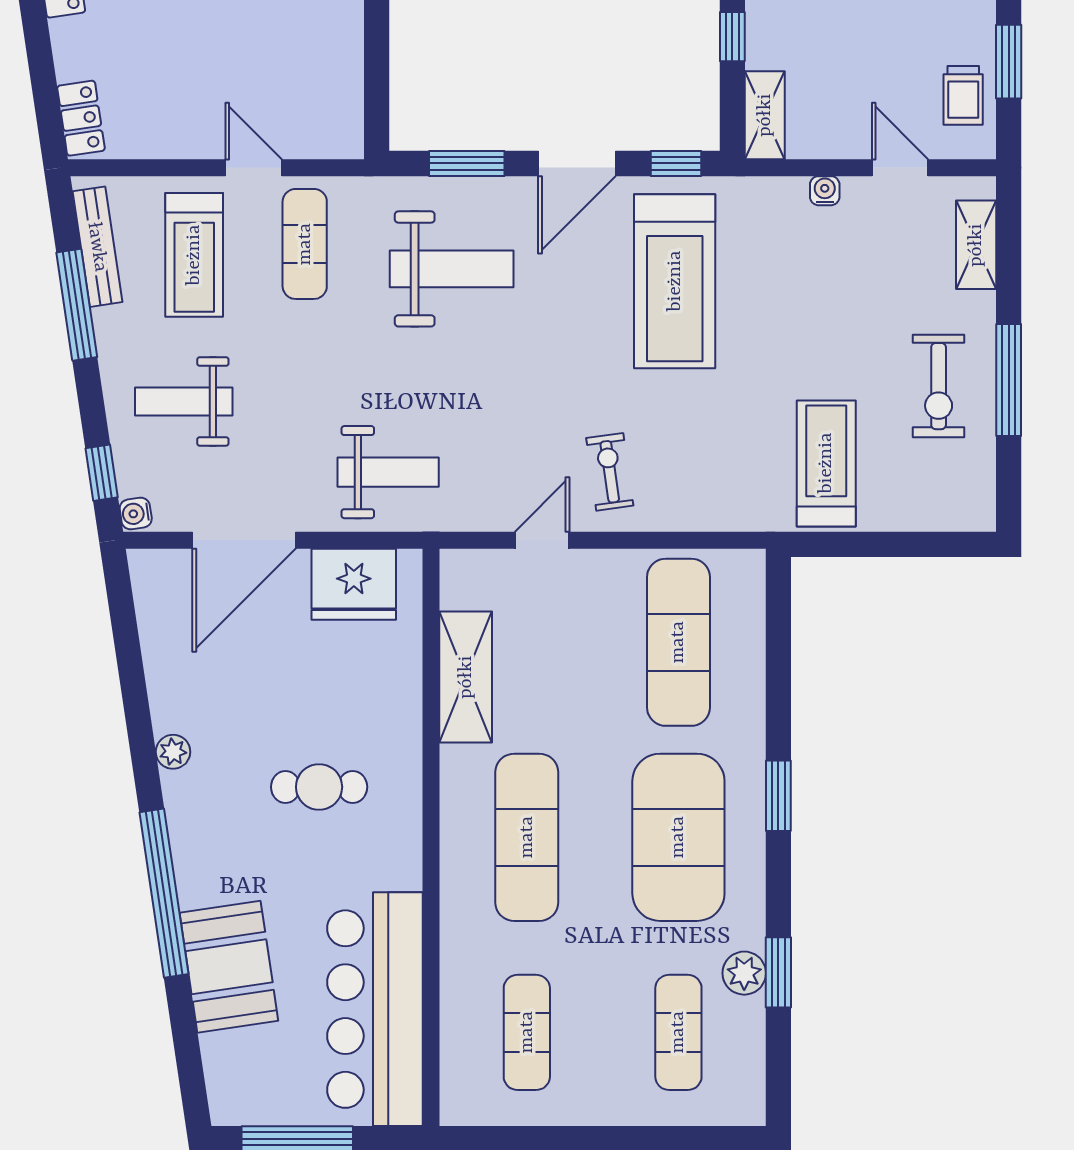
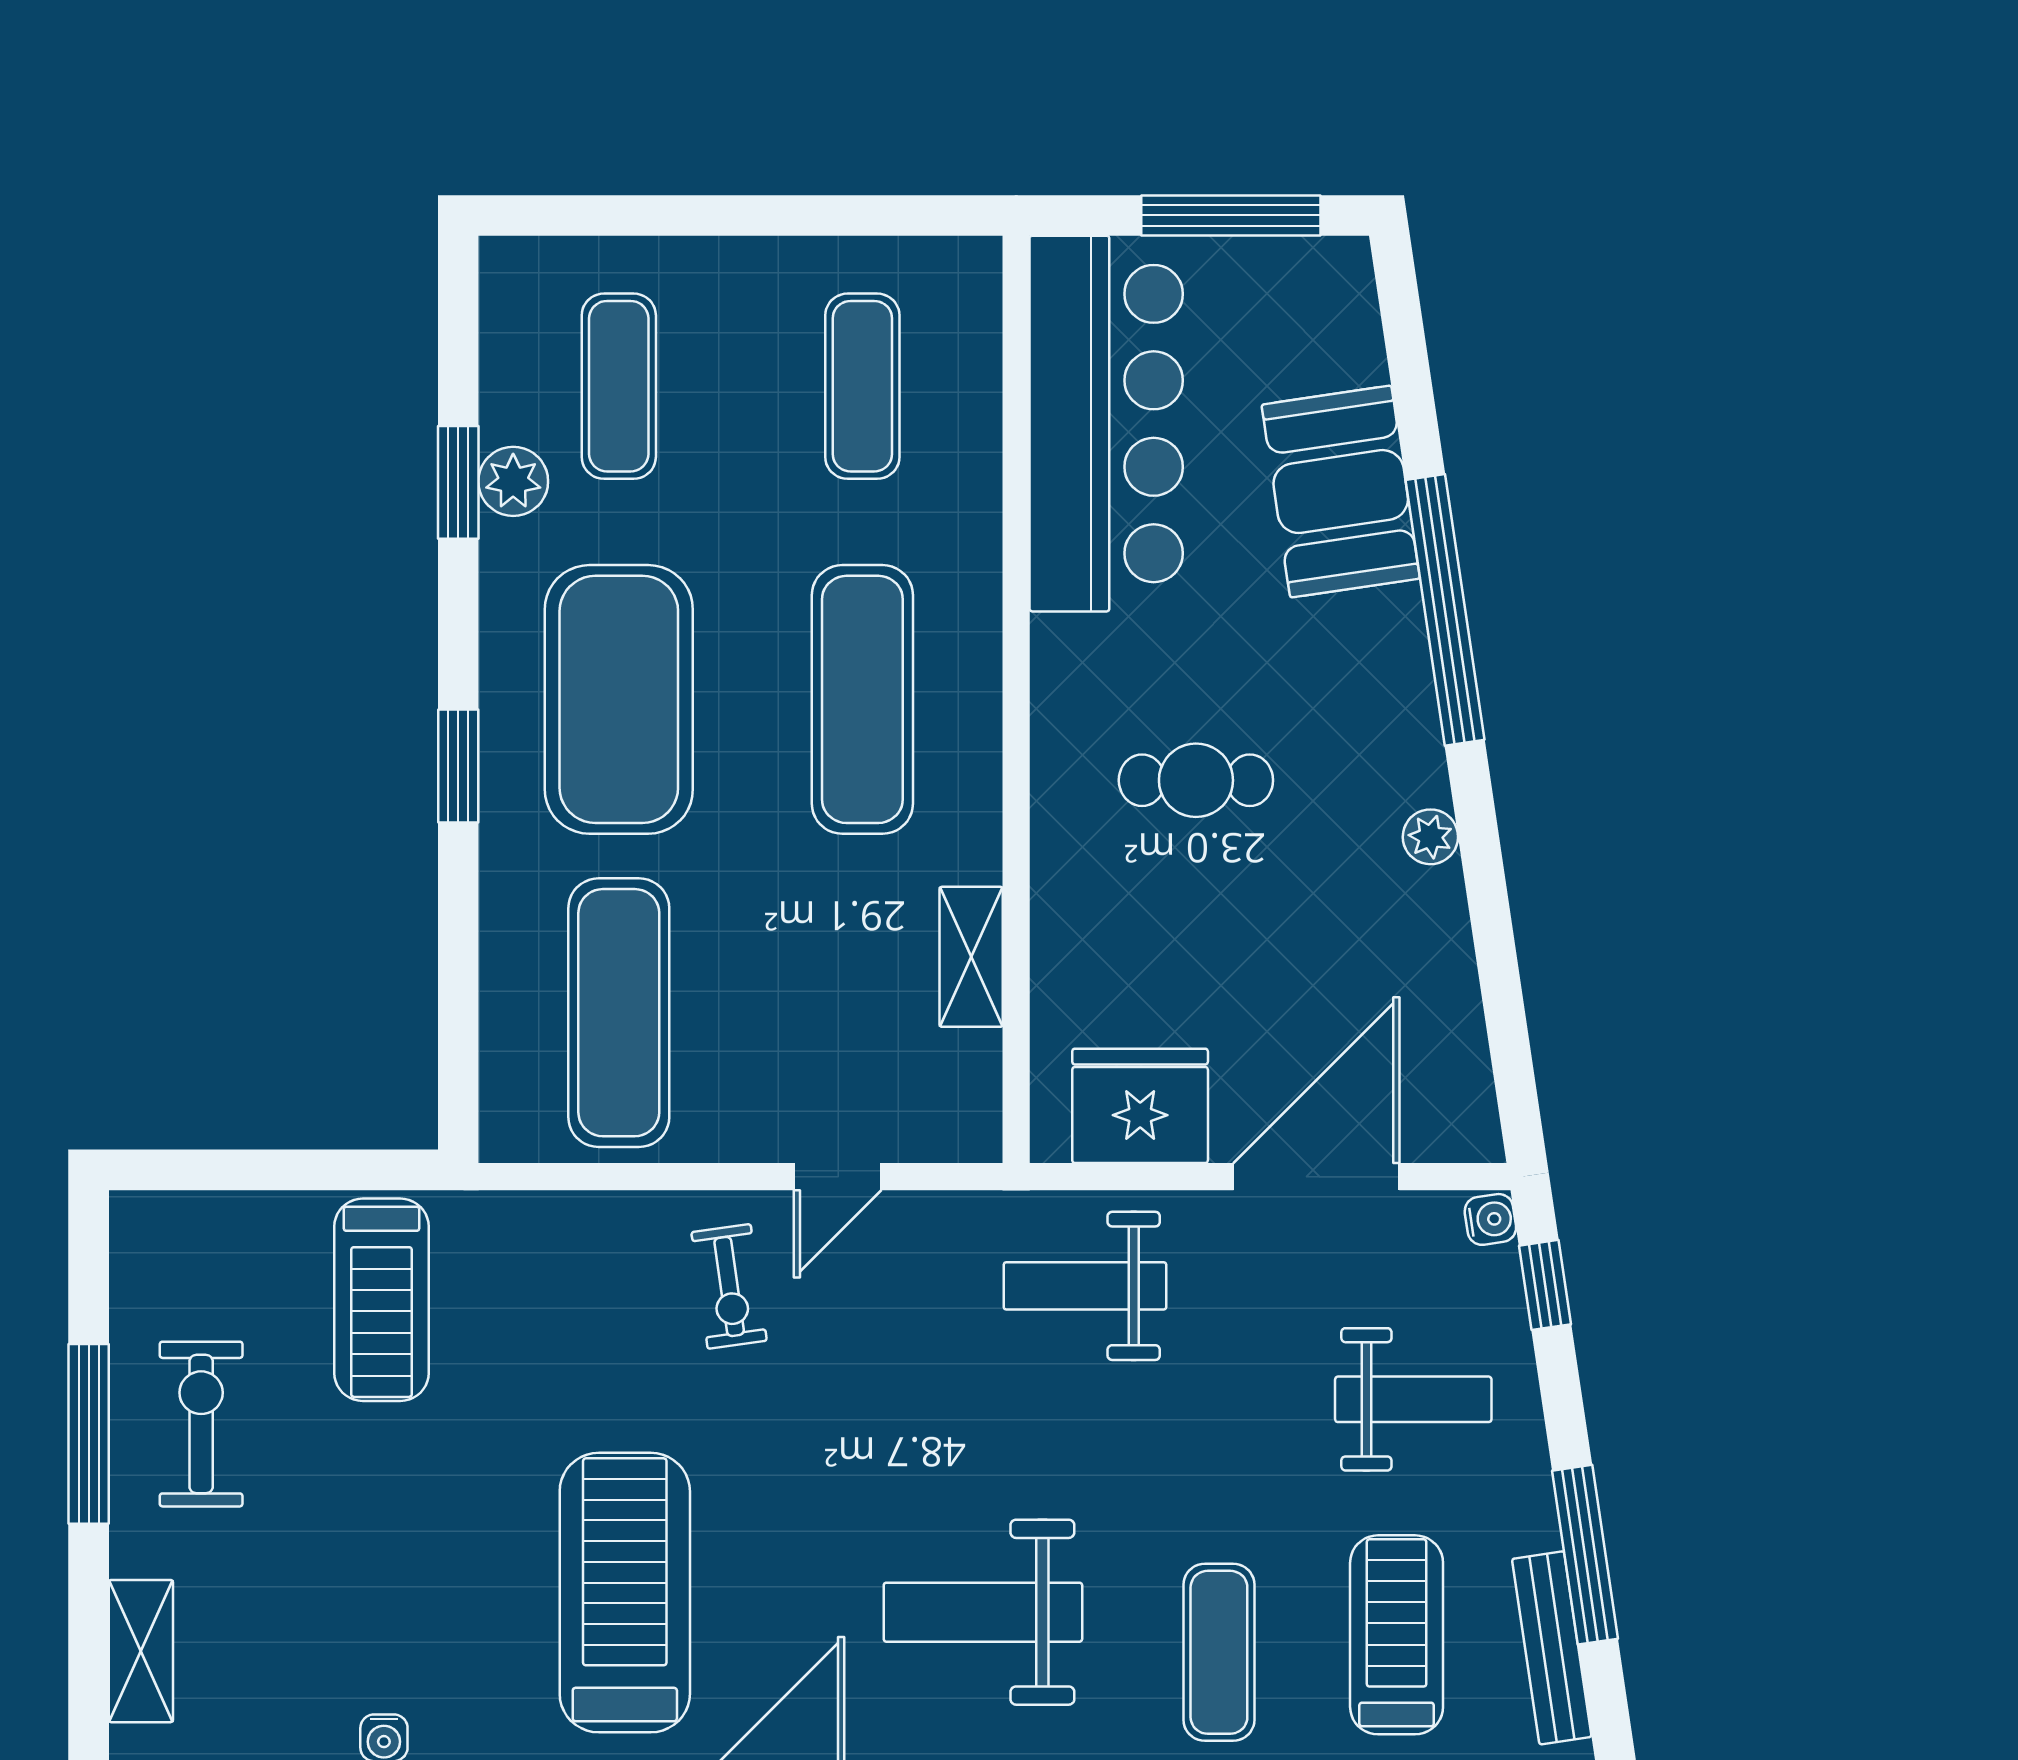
shelving: (466, 677) -> (971, 957), width x0.67, depth x0.75

